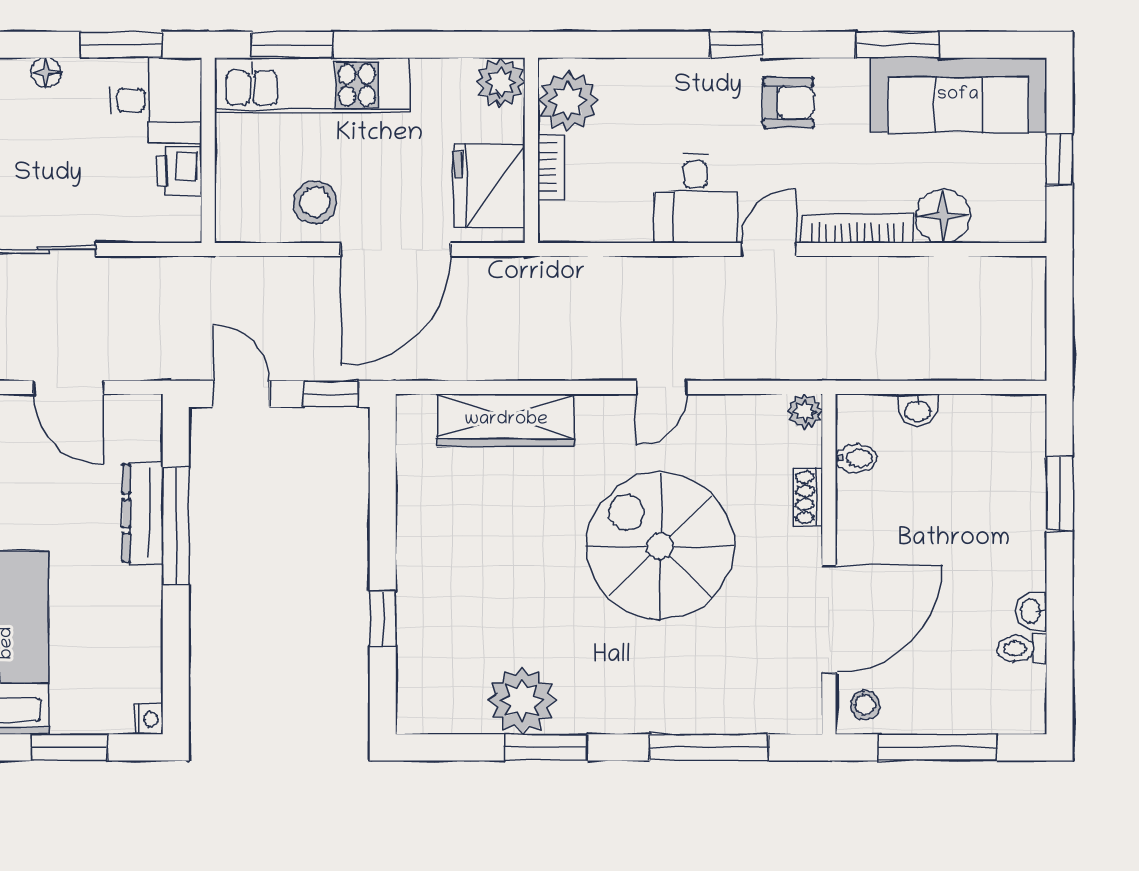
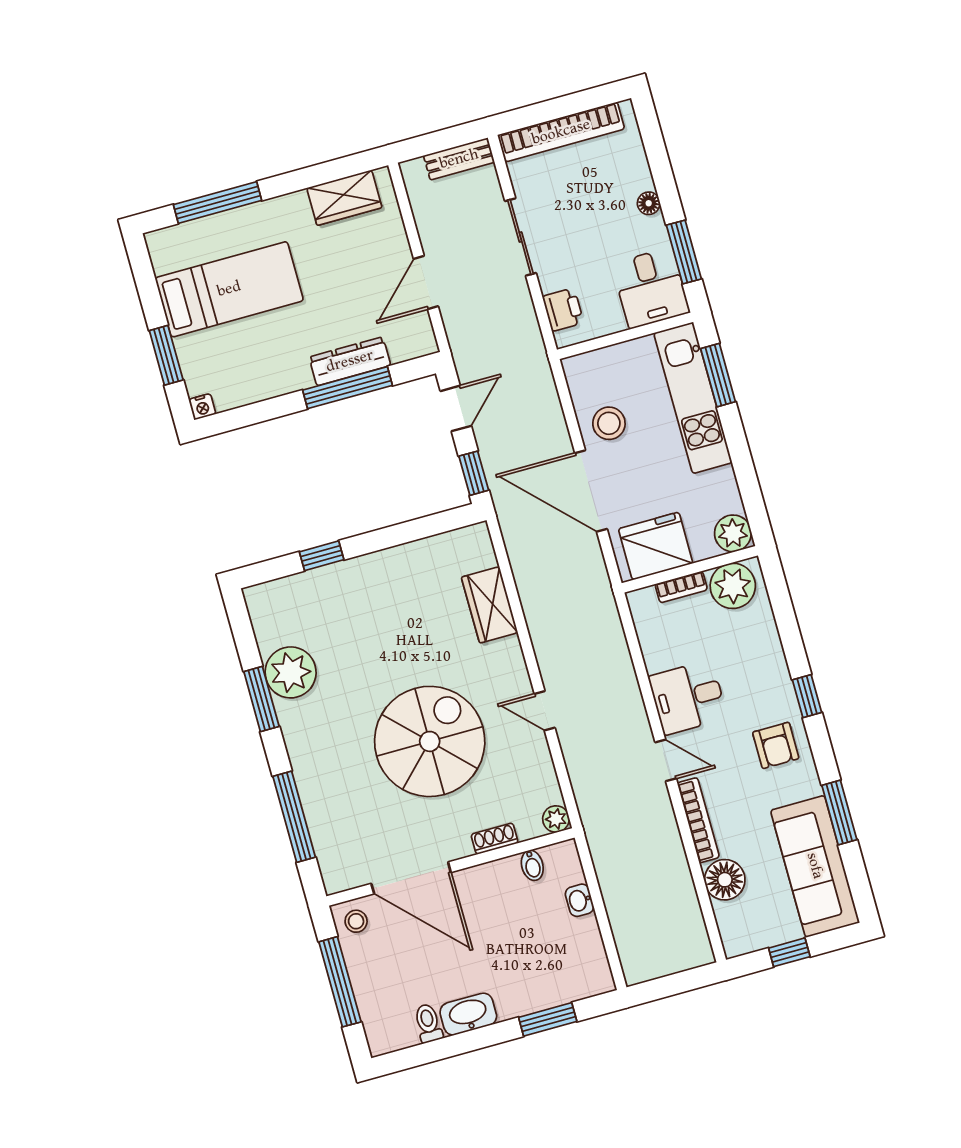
printer: (179, 171) -> (563, 310), moved, turned 90
wardrobe: (506, 420) -> (490, 605), width x0.67
washbasin: (1031, 611) -> (468, 1014), width x1.91, depth x1.45

